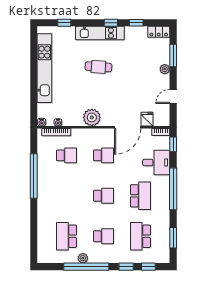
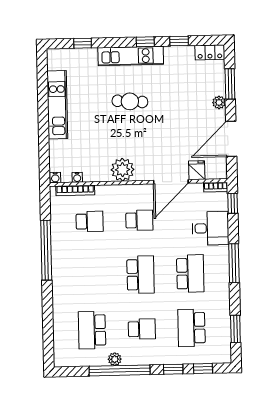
kitchen unit: (44, 68) -> (57, 105), width x0.73
door: (173, 96) -> (231, 139), width x1.88
window: (173, 189) -> (234, 263), width x0.68
school desk: (103, 196) -> (141, 275), width x1.85

